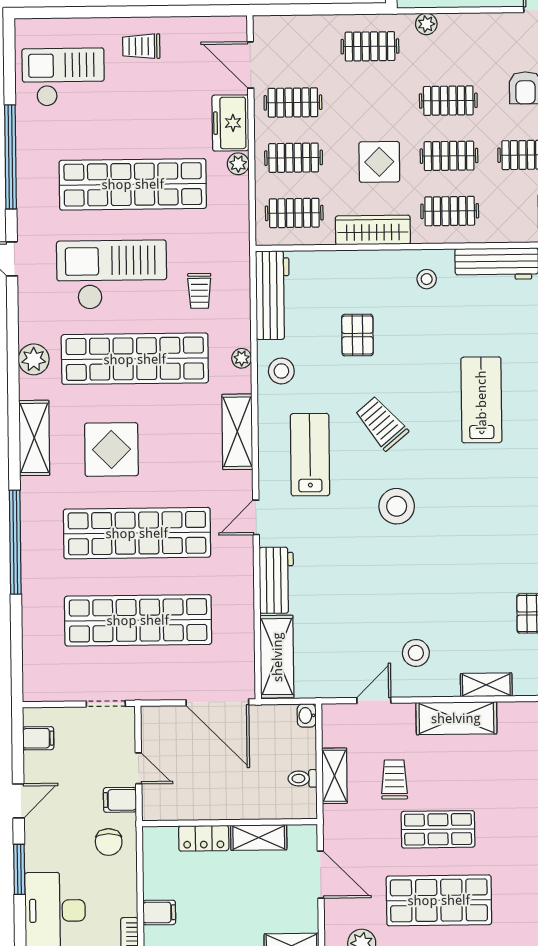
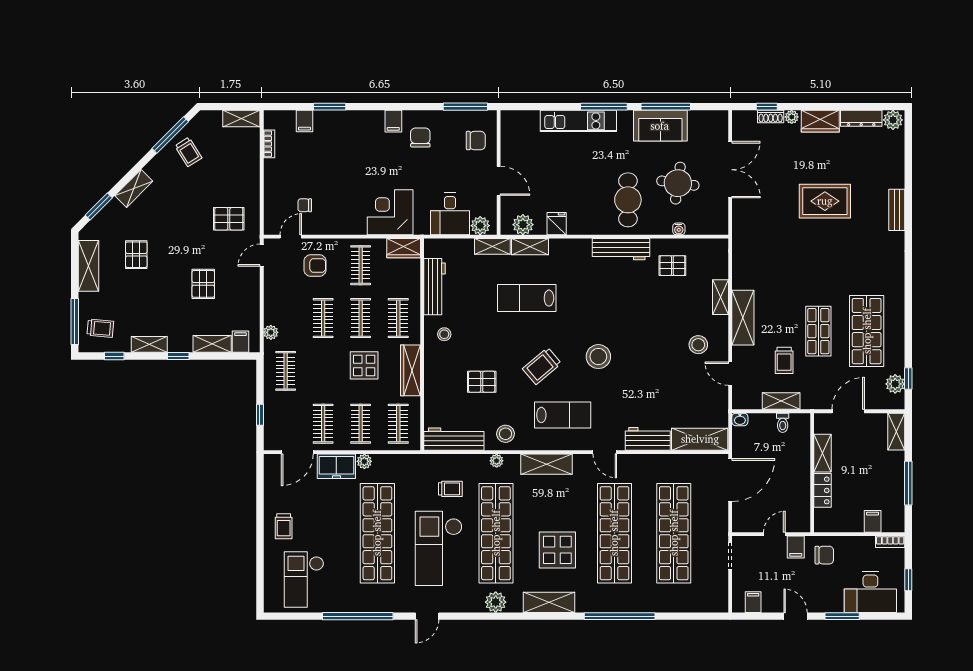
window: (305, 9) -> (260, 415), added
lab bench: (310, 455) -> (563, 415), turned 180
trolley: (394, 779) -> (784, 360), turned -90

